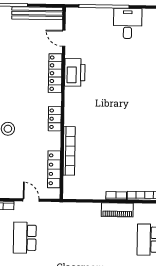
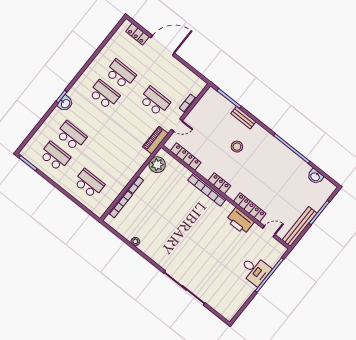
desk: (128, 23) -> (255, 270), moved
bookcase: (69, 151) -> (207, 190), moved
plant: (82, 190) -> (157, 165), added
piano: (117, 210) -> (155, 140), moved

